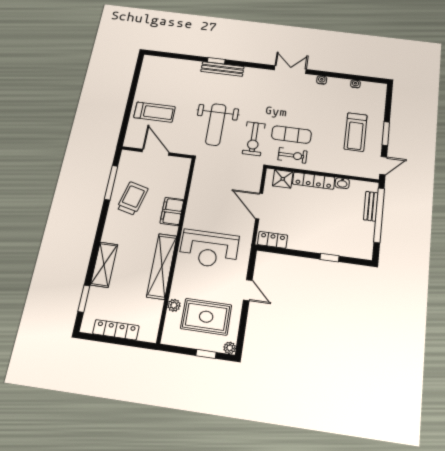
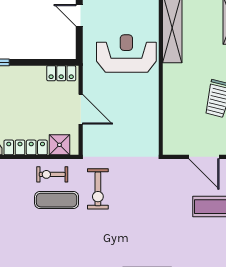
weight bench: (216, 124) -> (143, 201), removed
exercise bike: (254, 139) -> (98, 189), turned 180
filing cabinet: (172, 211) -> (173, 90), removed

